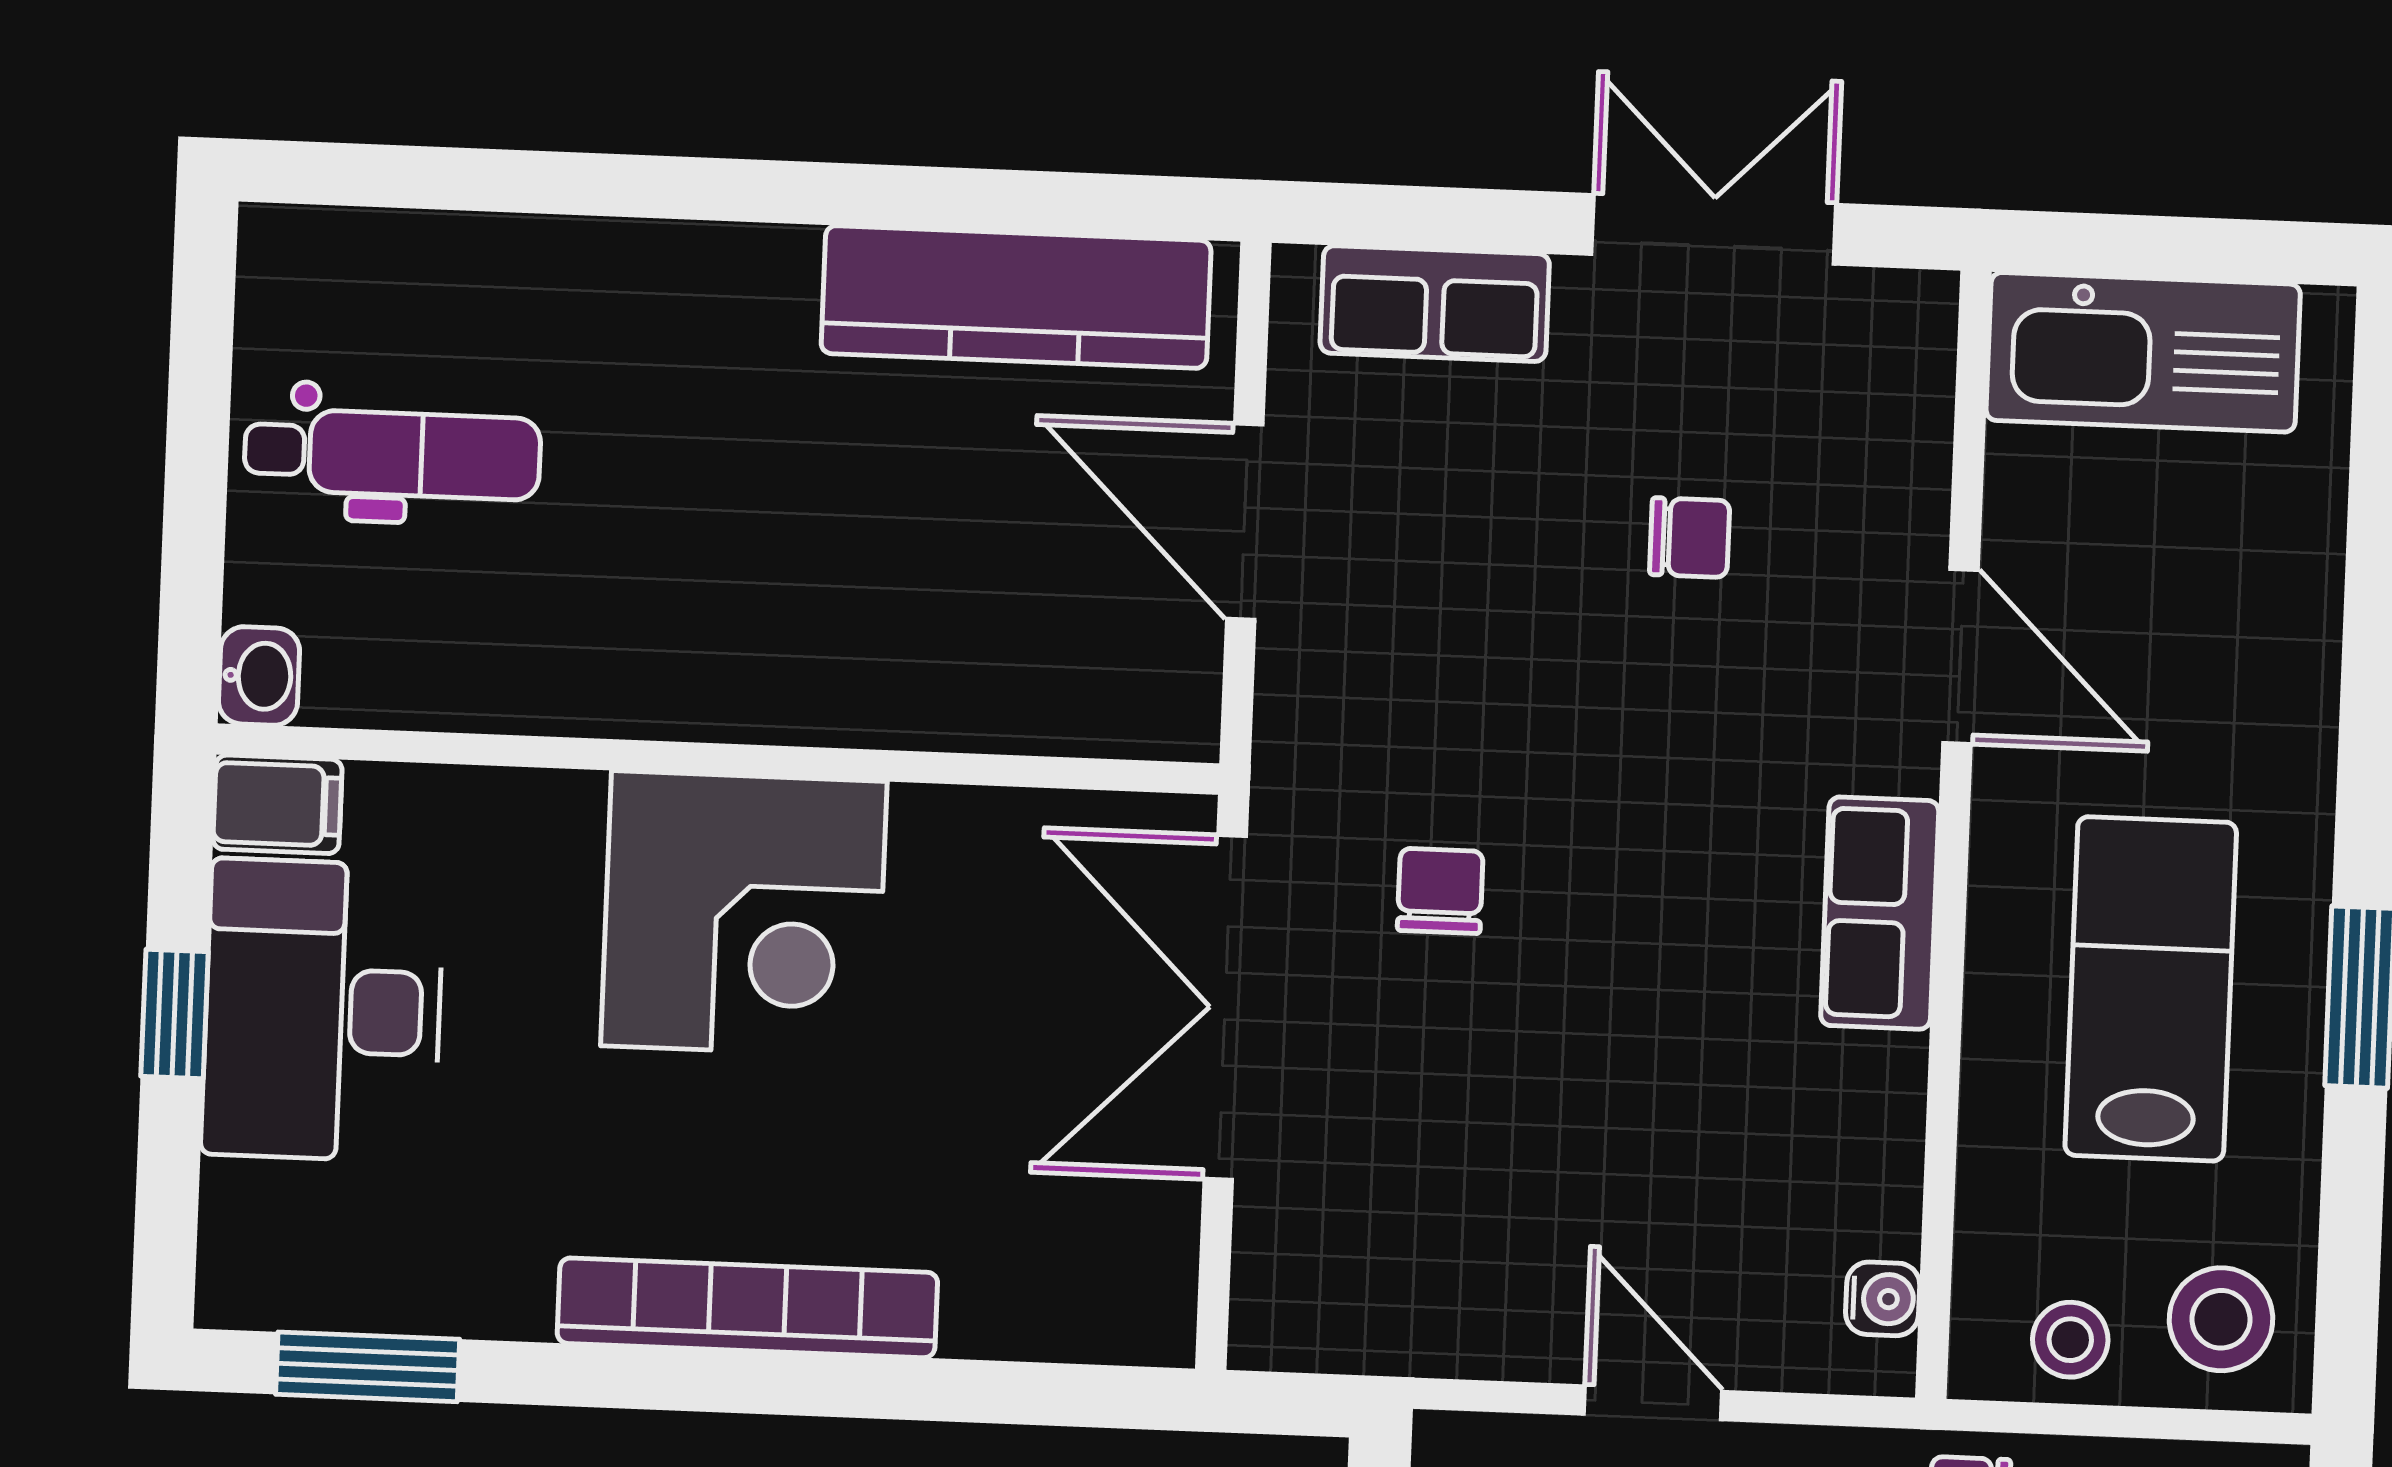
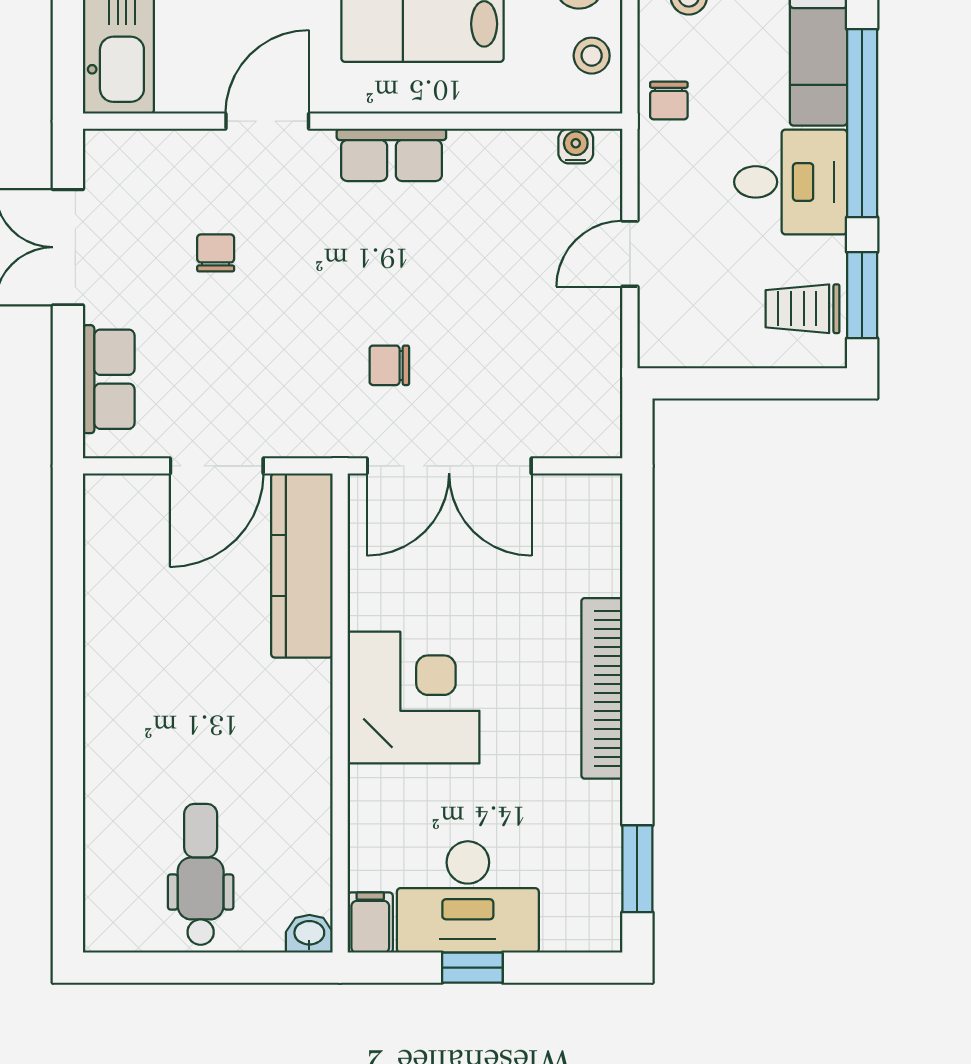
kitchen counter: (1016, 297) -> (302, 565), moved, turned 180

